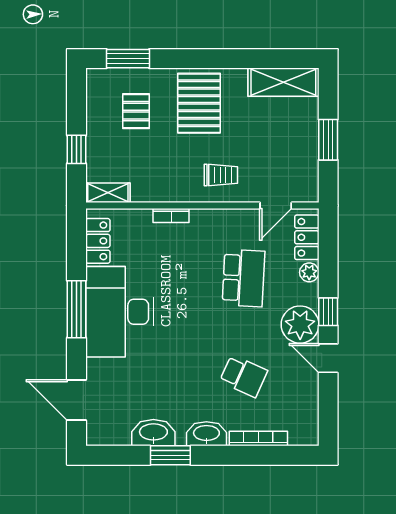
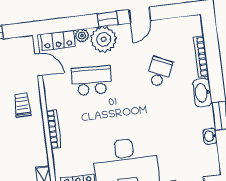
bookcase: (171, 215) -> (54, 129), width x1.56
plant: (300, 325) -> (104, 39), moved
washbasin: (153, 433) -> (210, 136), width x0.52, depth x0.69

